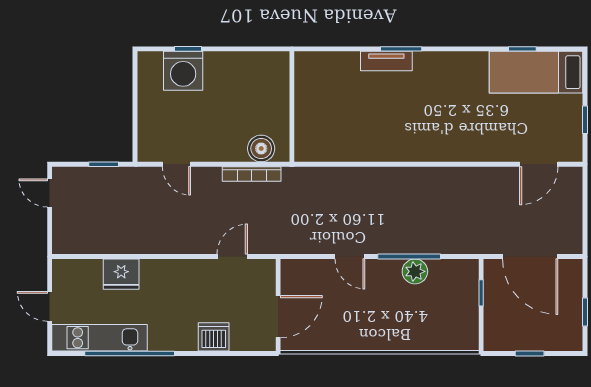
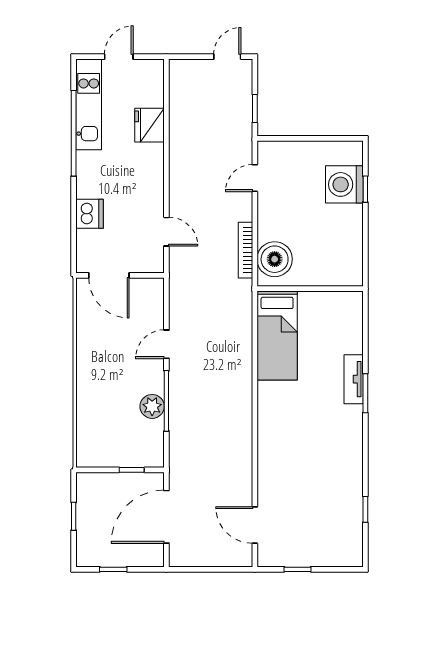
bed: (536, 72) -> (277, 336), moved, turned 180
boiler: (261, 148) -> (275, 259), width x1.37, depth x1.37

